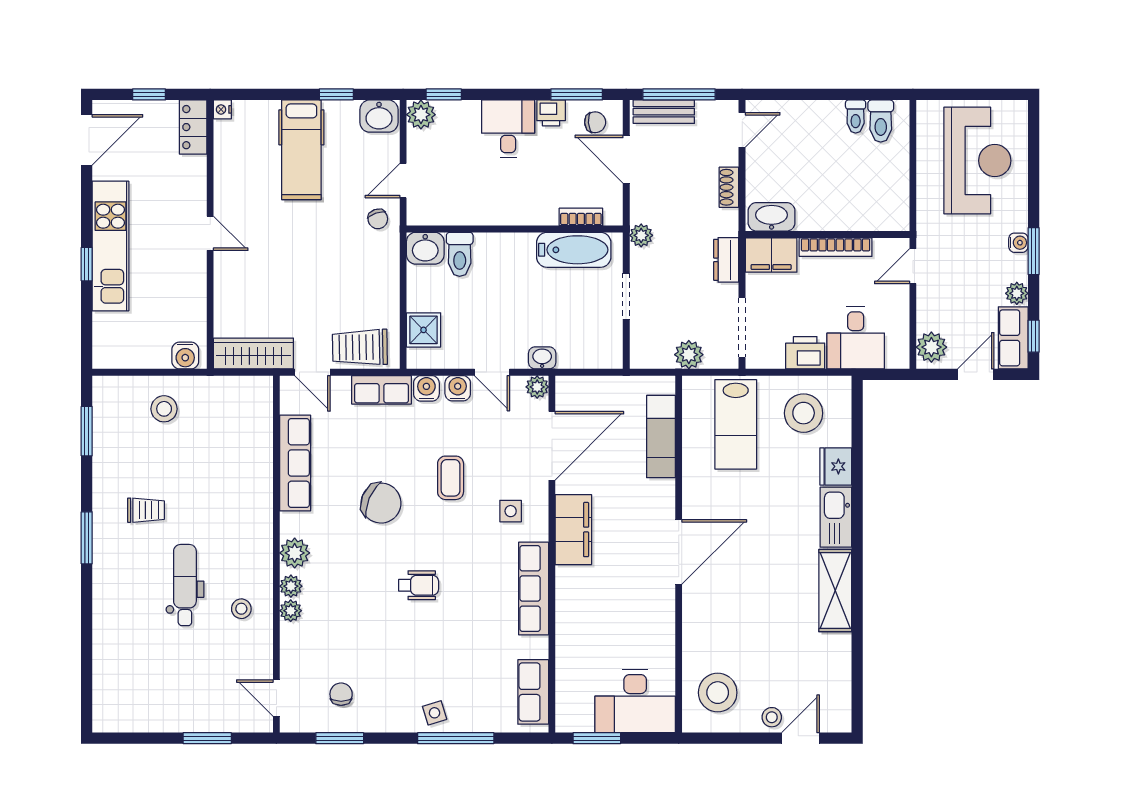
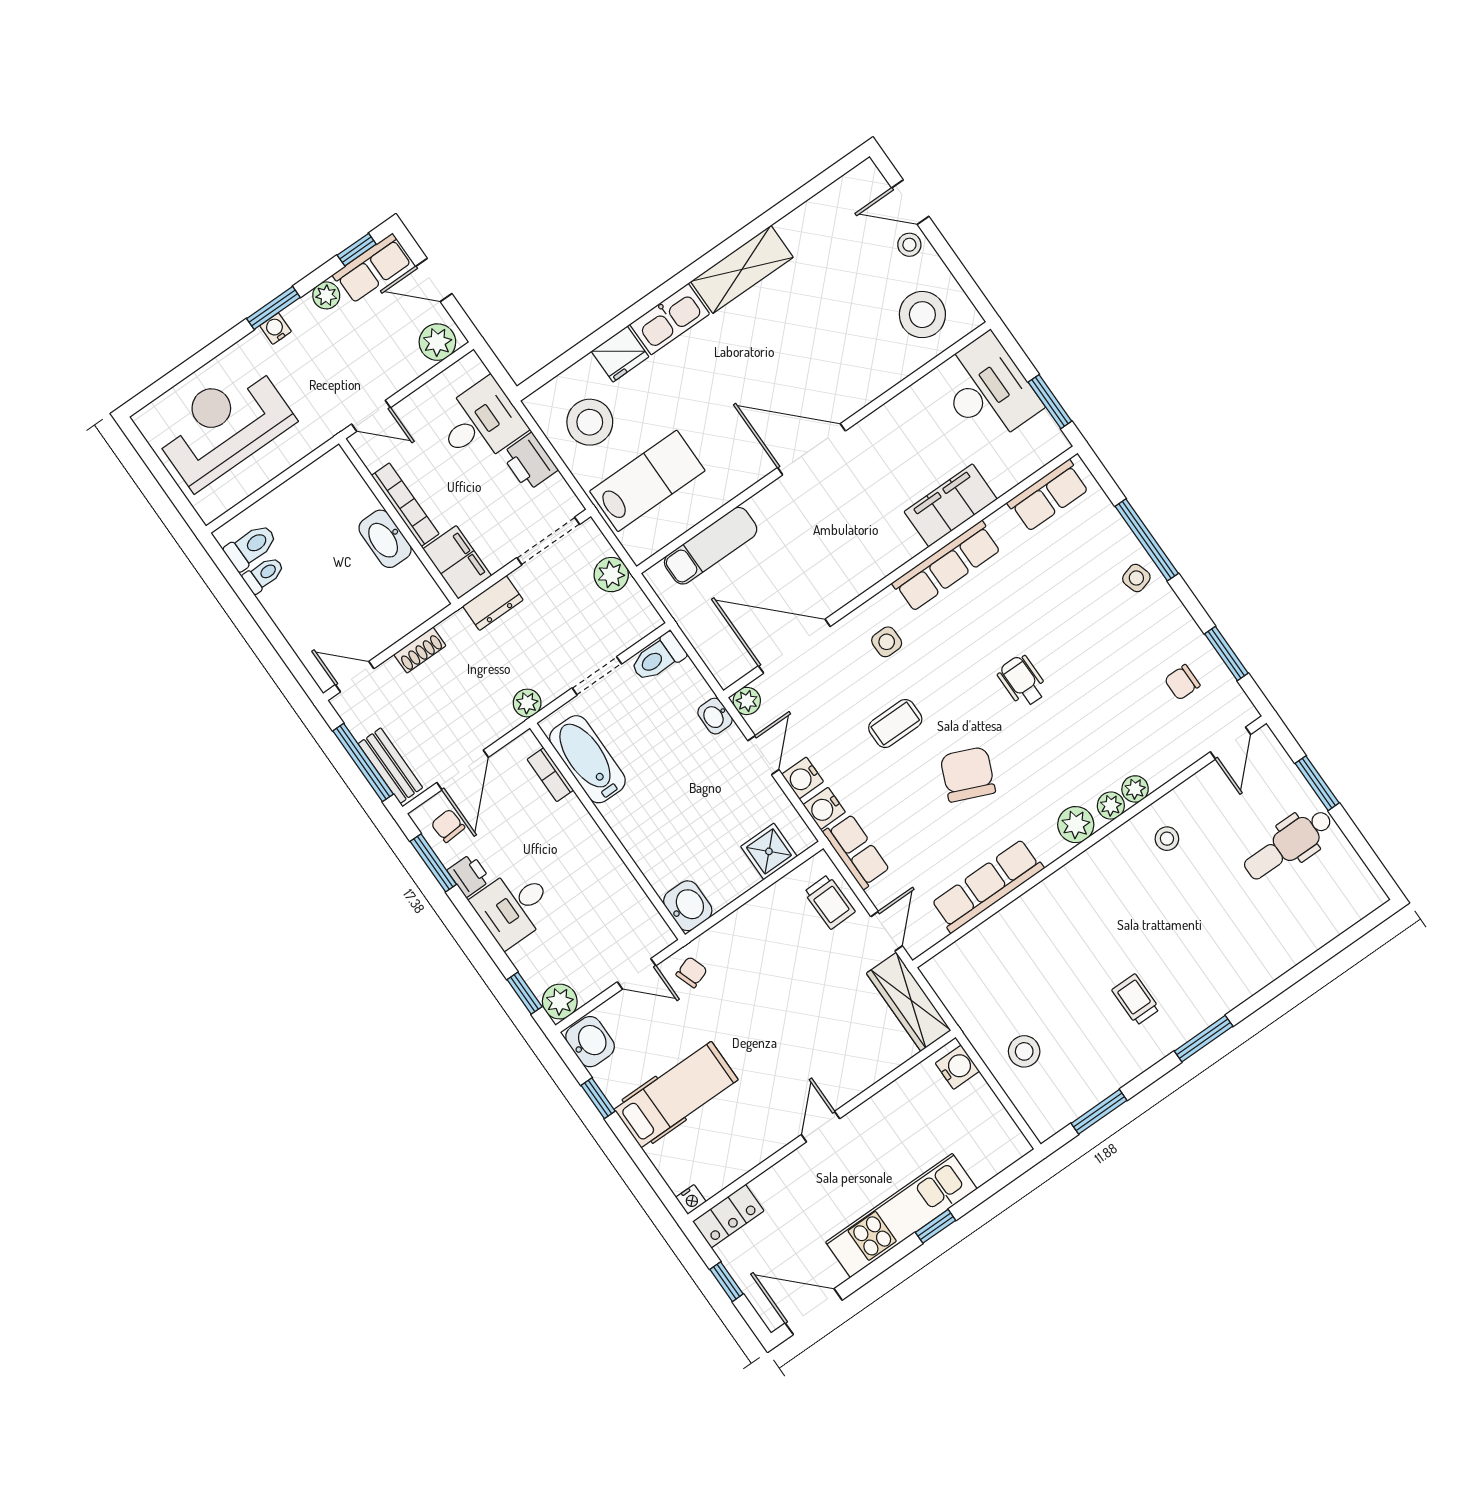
washbasin: (772, 217) -> (385, 539), moved
toilet: (460, 254) -> (658, 658), moved, turned 180
trolley: (360, 347) -> (830, 902), width x0.73, depth x0.72
filing cabinet: (573, 530) -> (951, 505), moved
dental chair: (185, 585) -> (1288, 845), moved

